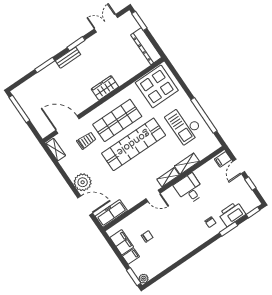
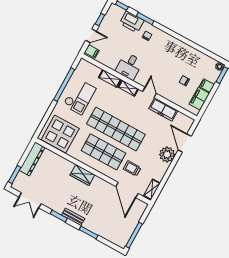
freezer: (111, 213) -> (163, 110), moved

